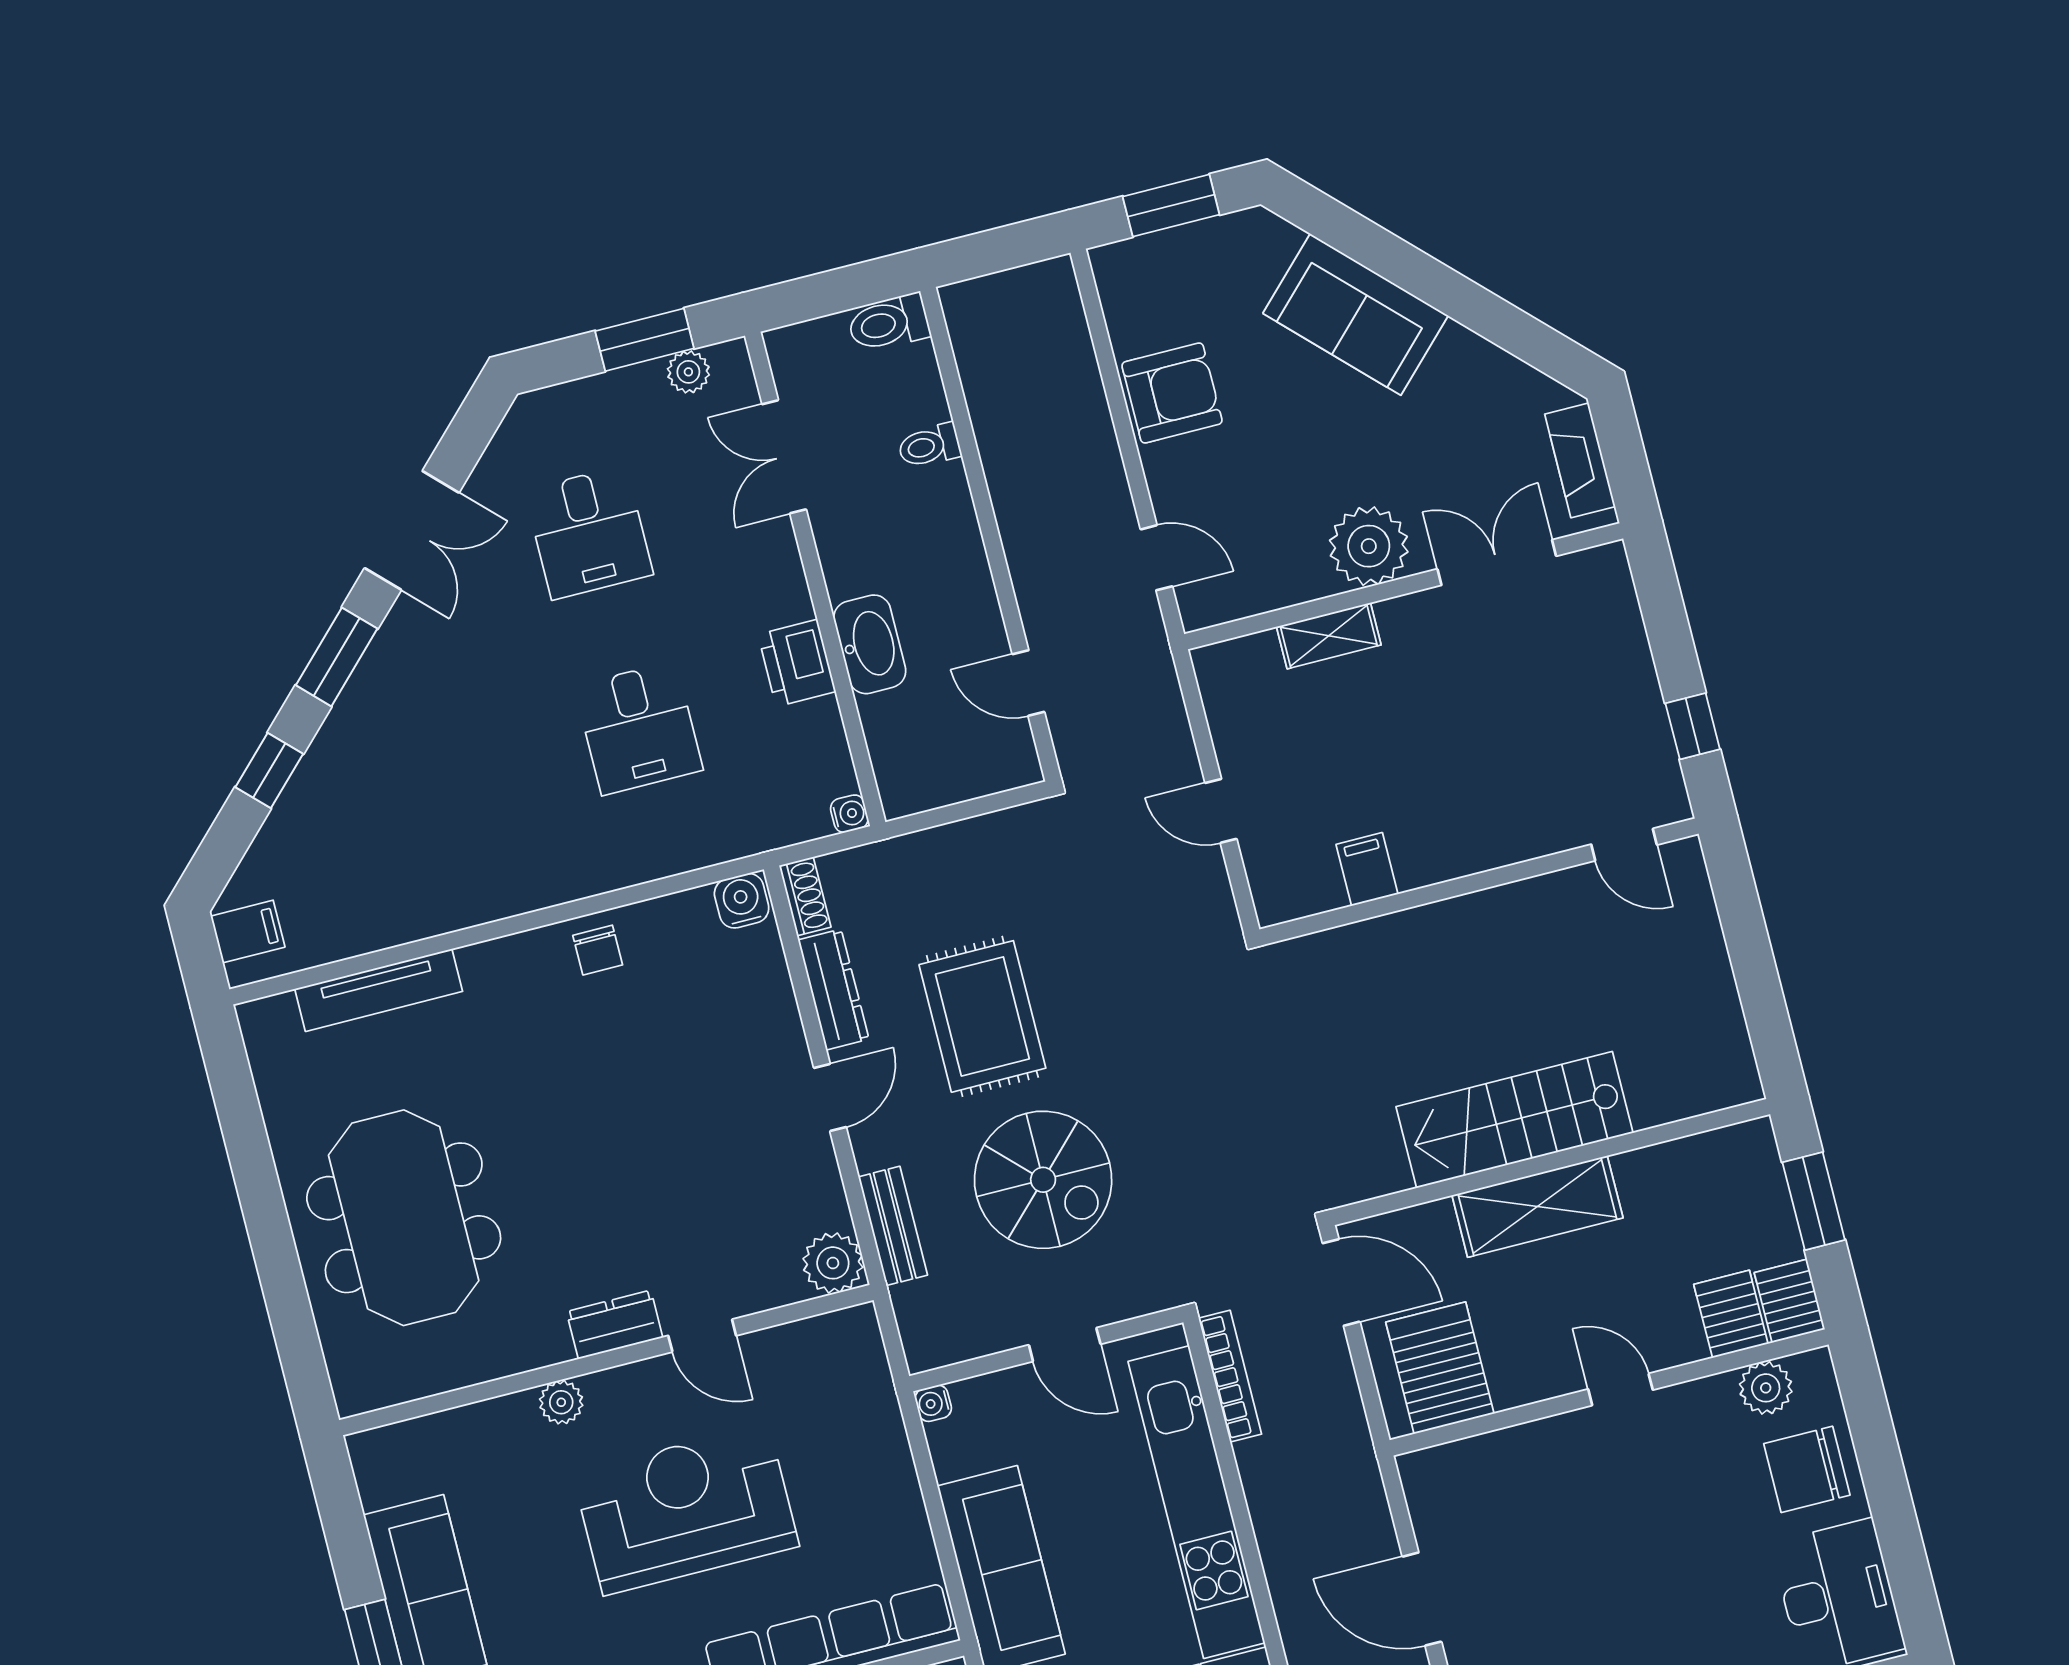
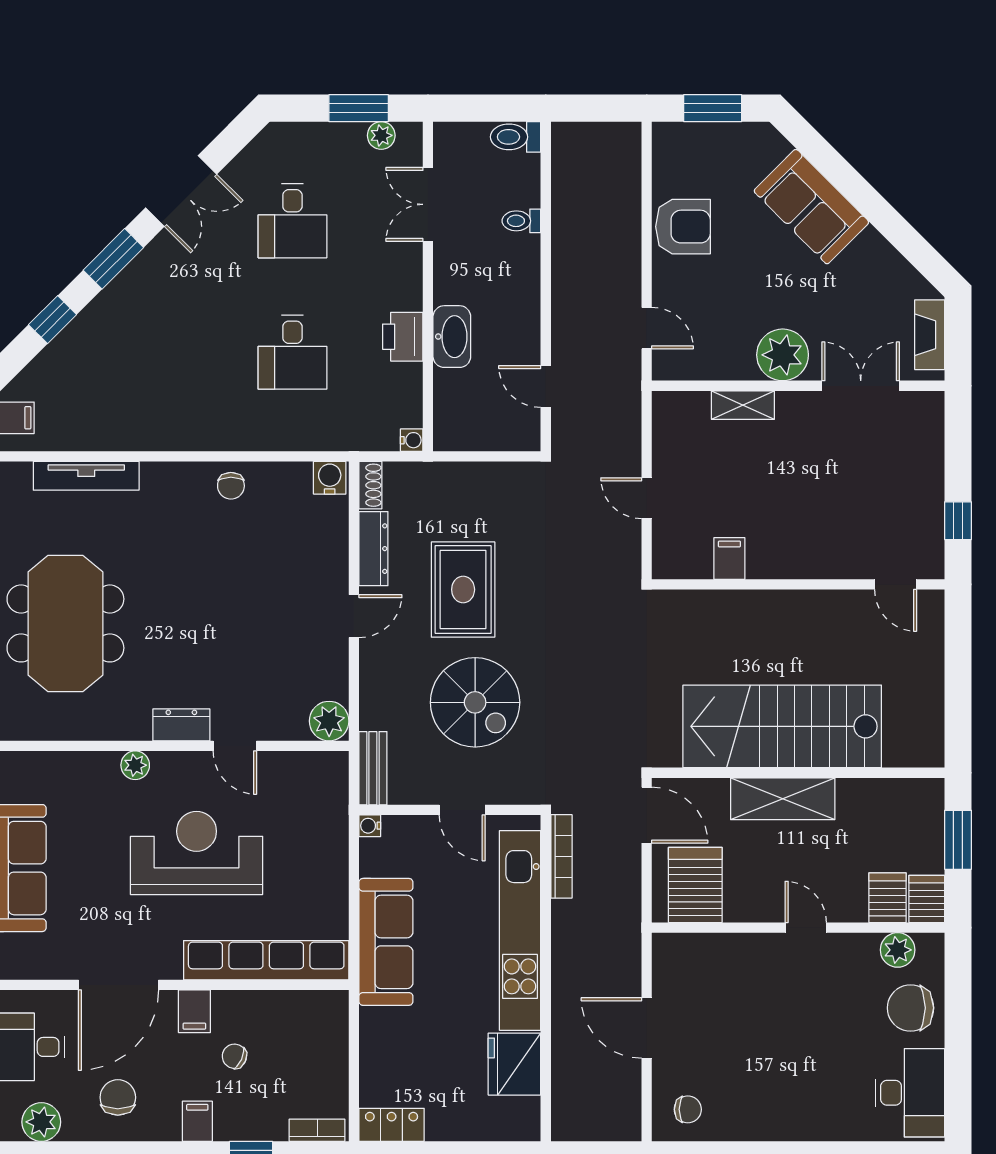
stairs: (1514, 1120) -> (782, 726), width x1.36, depth x1.51
bench: (893, 1226) -> (373, 768), moved

